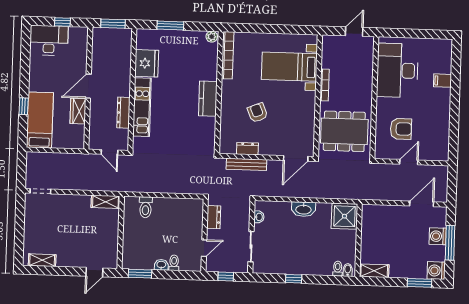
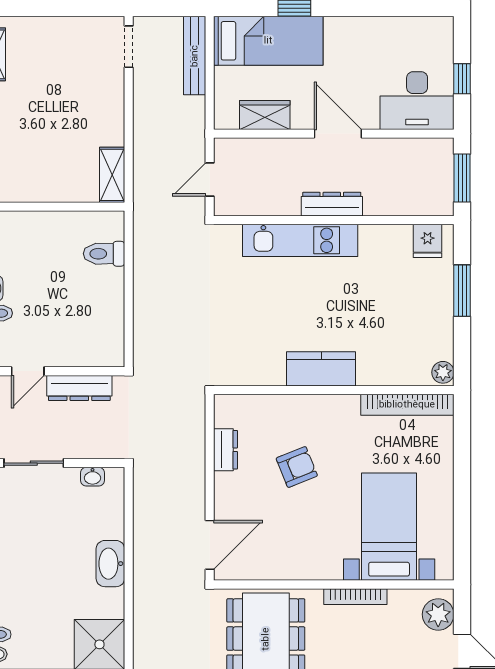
desk: (49, 40) -> (417, 101), moved, turned 90
plant: (335, 43) -> (438, 614), added
fridge: (147, 63) -> (428, 241), moved, width x0.53, depth x0.75
wardrobe: (78, 111) -> (265, 115), moved
dresser: (123, 113) -> (332, 204), moved
door: (296, 158) -> (210, 545), swing flipped
bench: (246, 164) -> (195, 56), moved
dresser: (214, 217) -> (79, 388), width x1.44
door: (204, 248) -> (28, 371), hinge flipped

